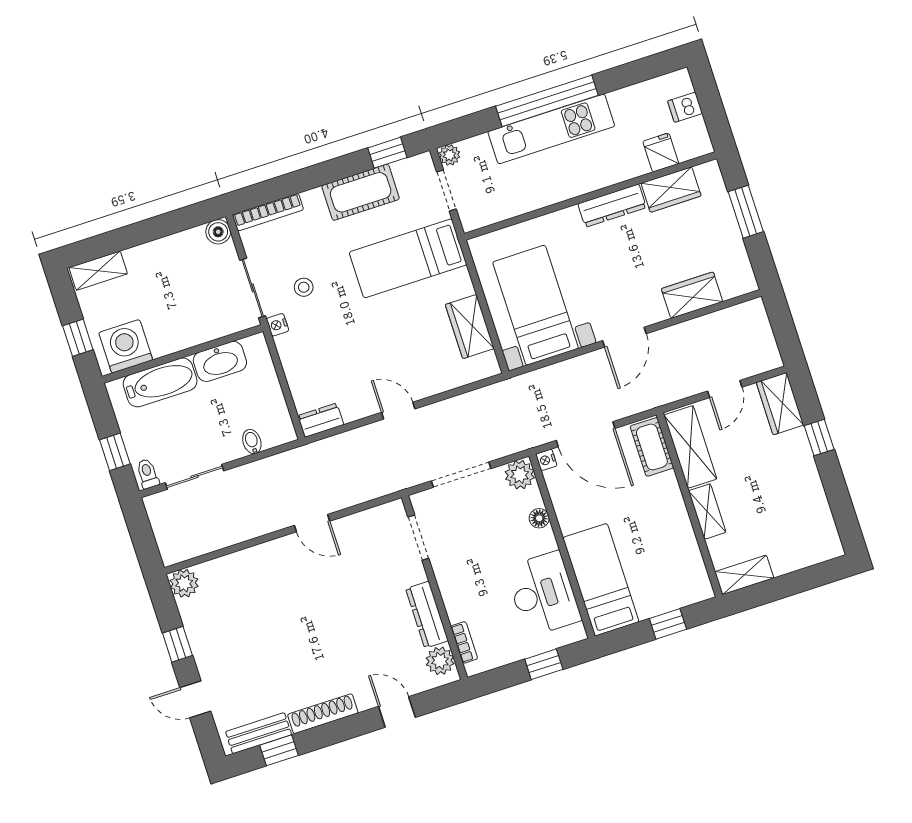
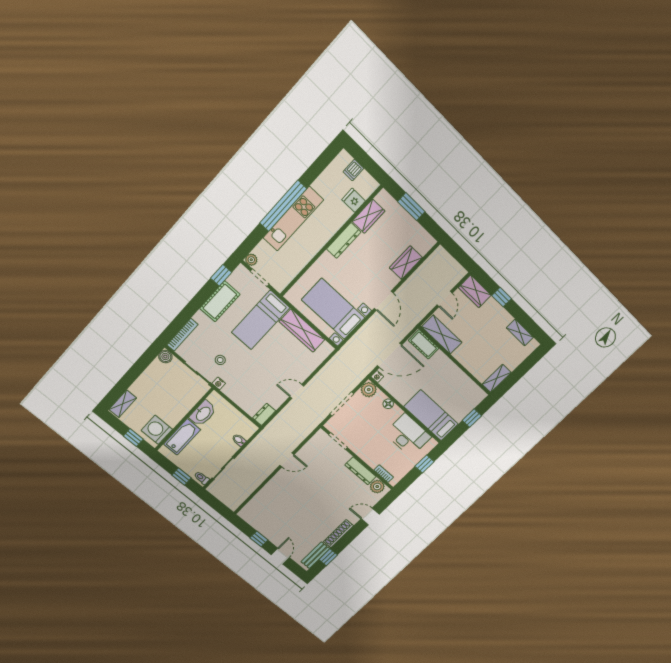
wardrobe: (470, 327) -> (302, 331), width x1.50
shelving: (707, 512) -> (520, 333), moved
plant: (184, 583) -> (246, 514), removed
door: (195, 699) -> (280, 556), swing flipped

